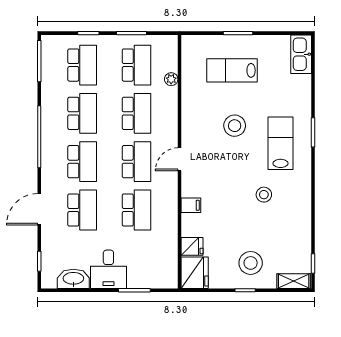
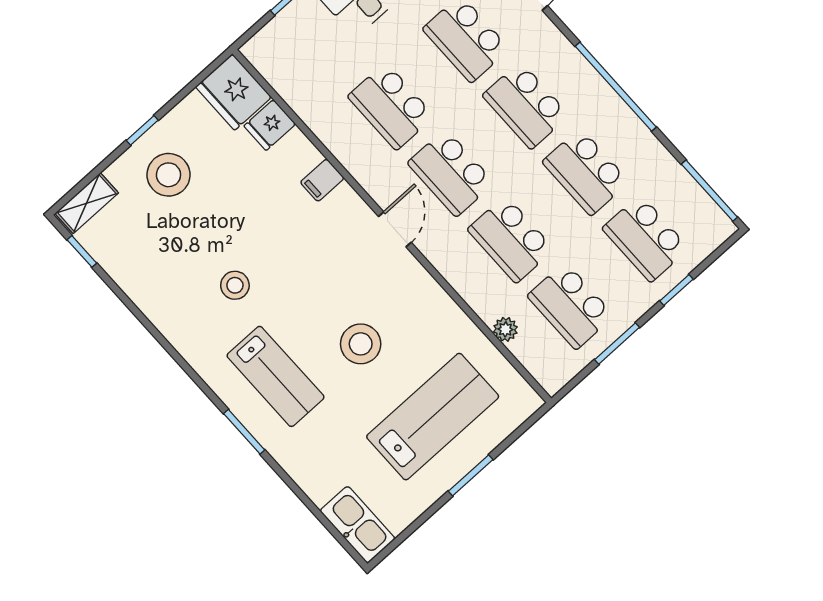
lab bench: (232, 70) -> (433, 417), width x1.36, depth x1.39

